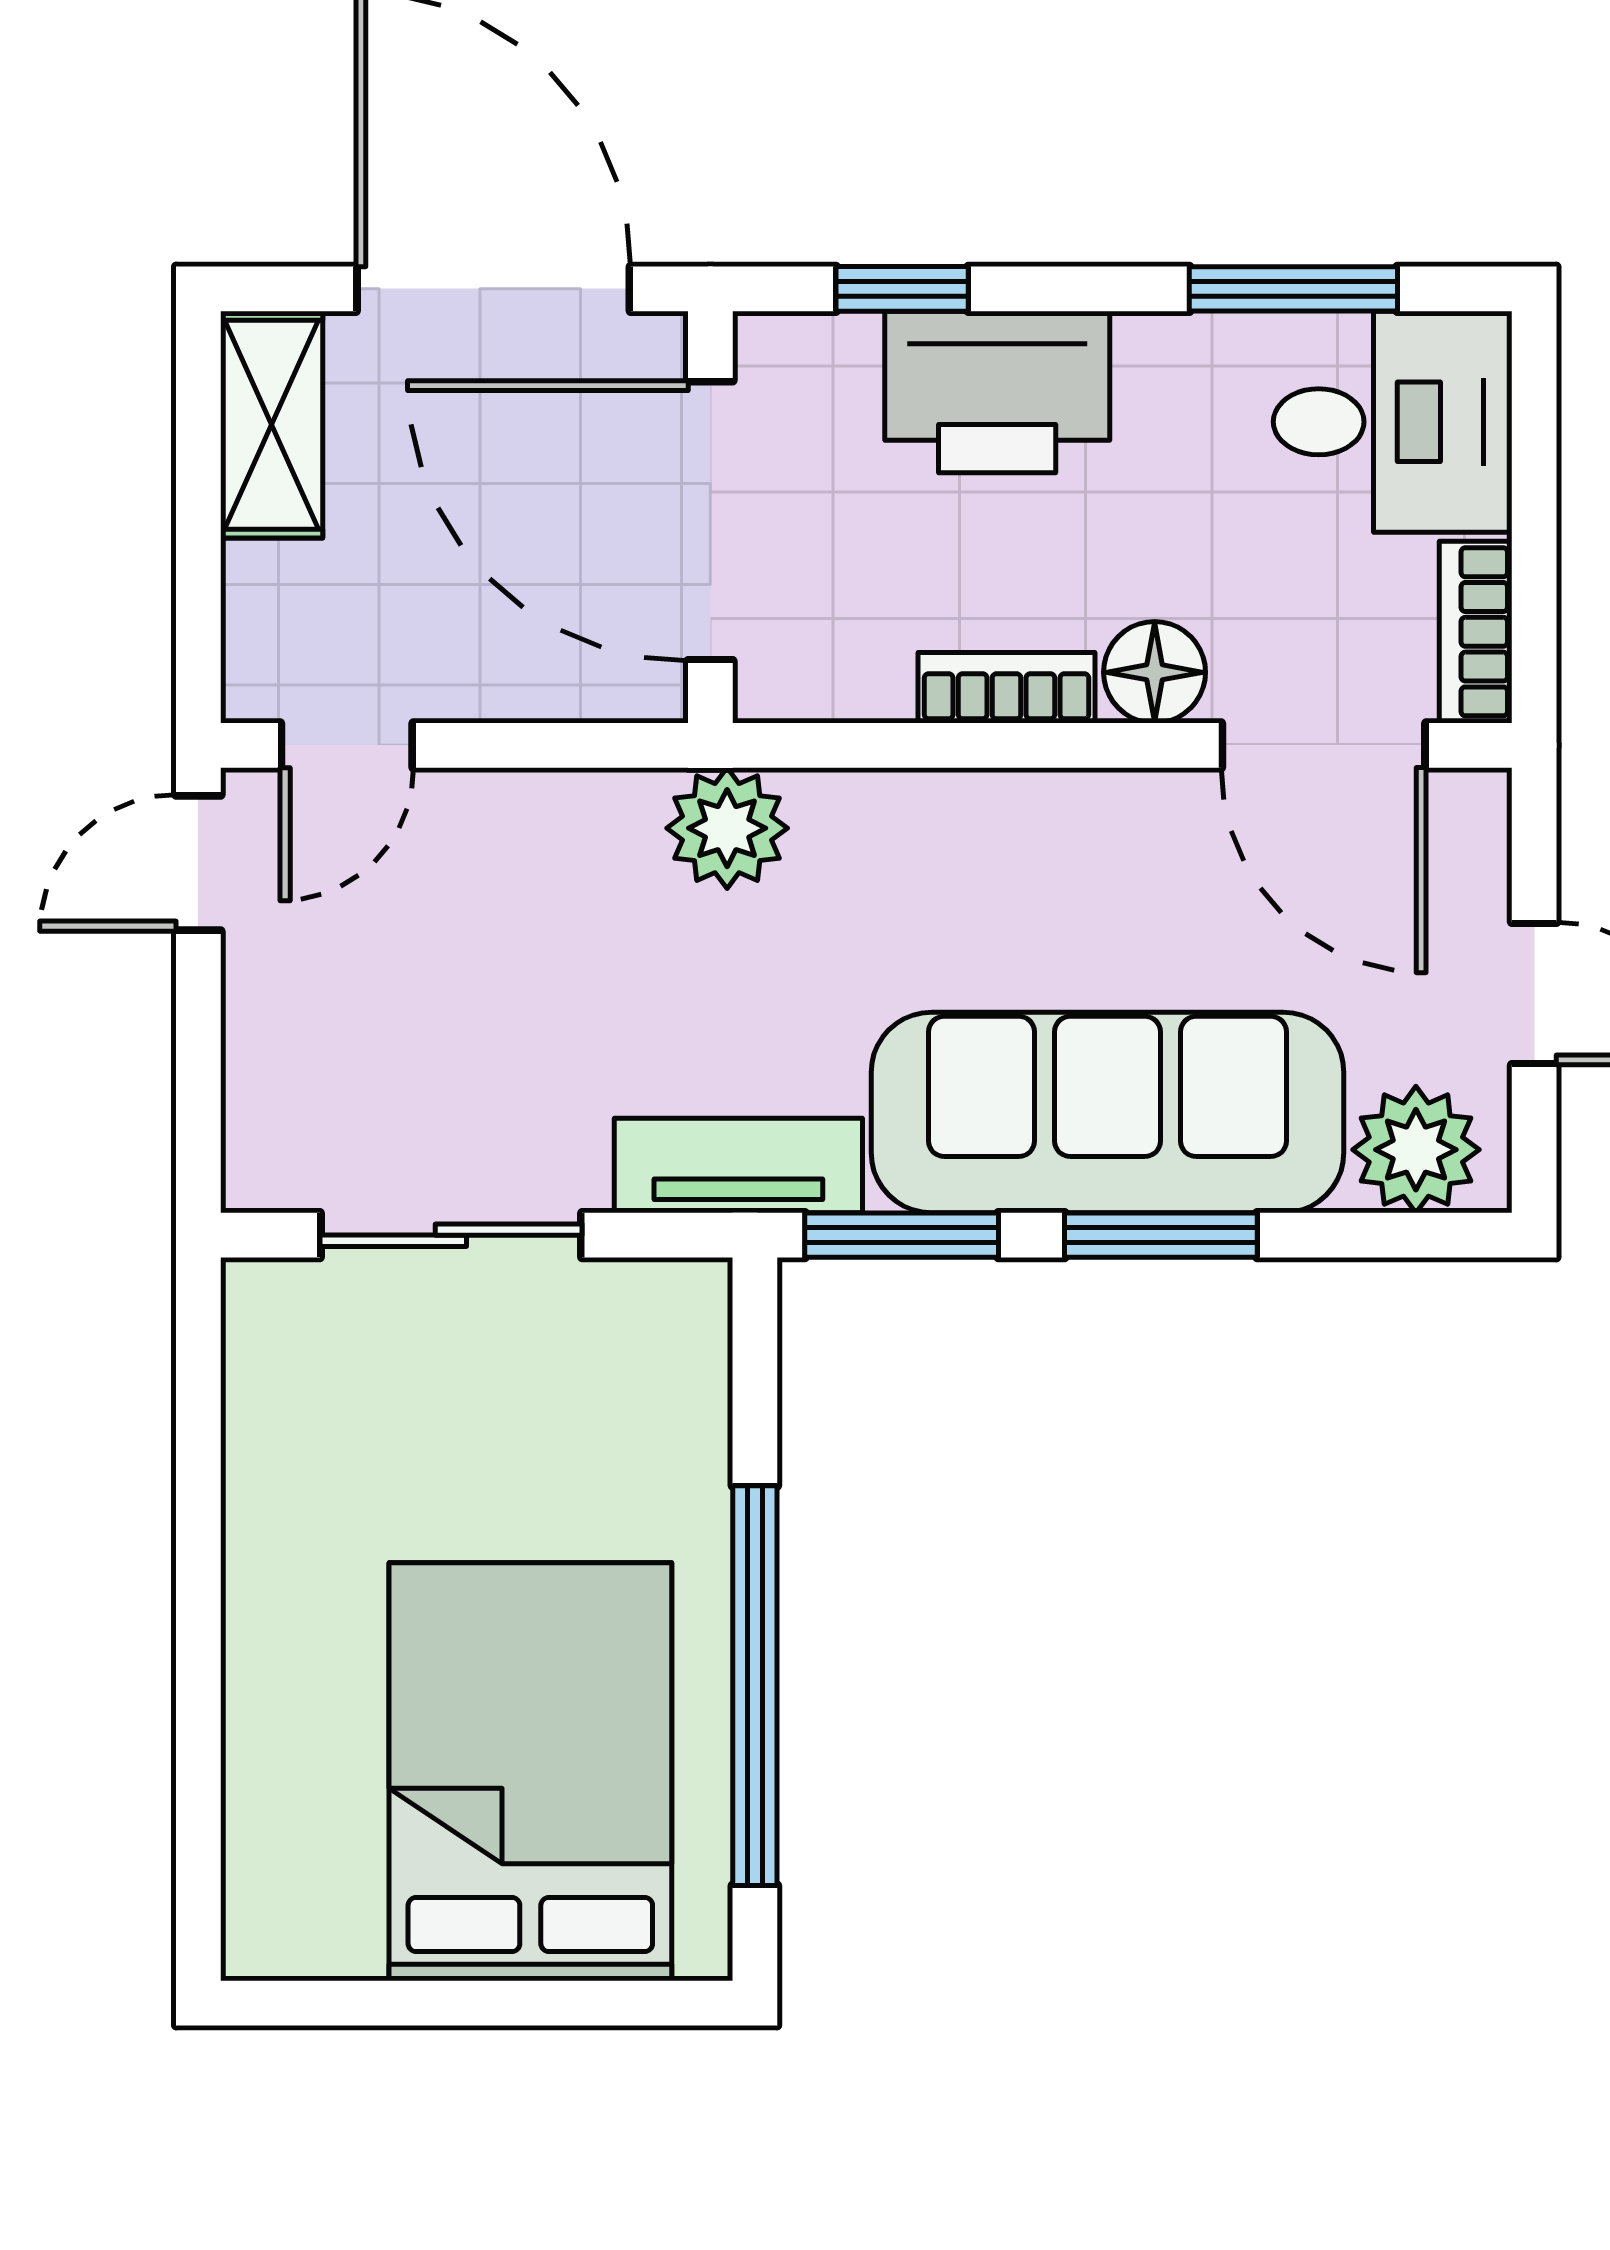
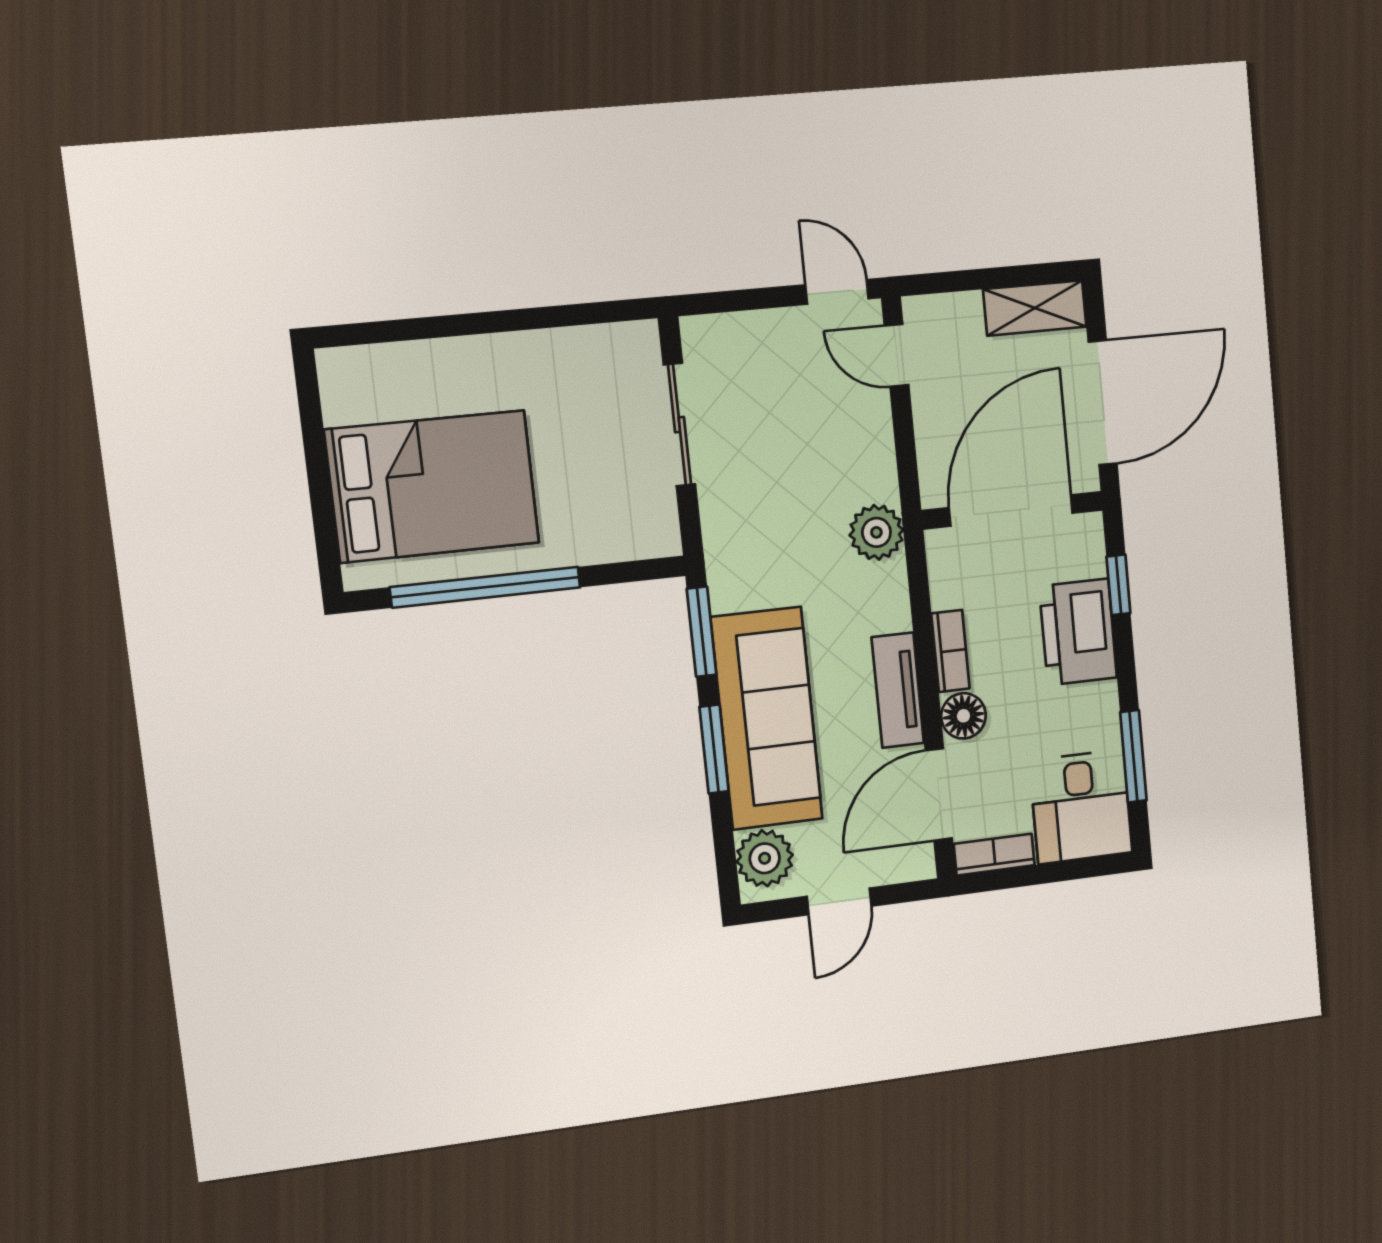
tv unit: (738, 1166) -> (898, 690), moved, turned 180

